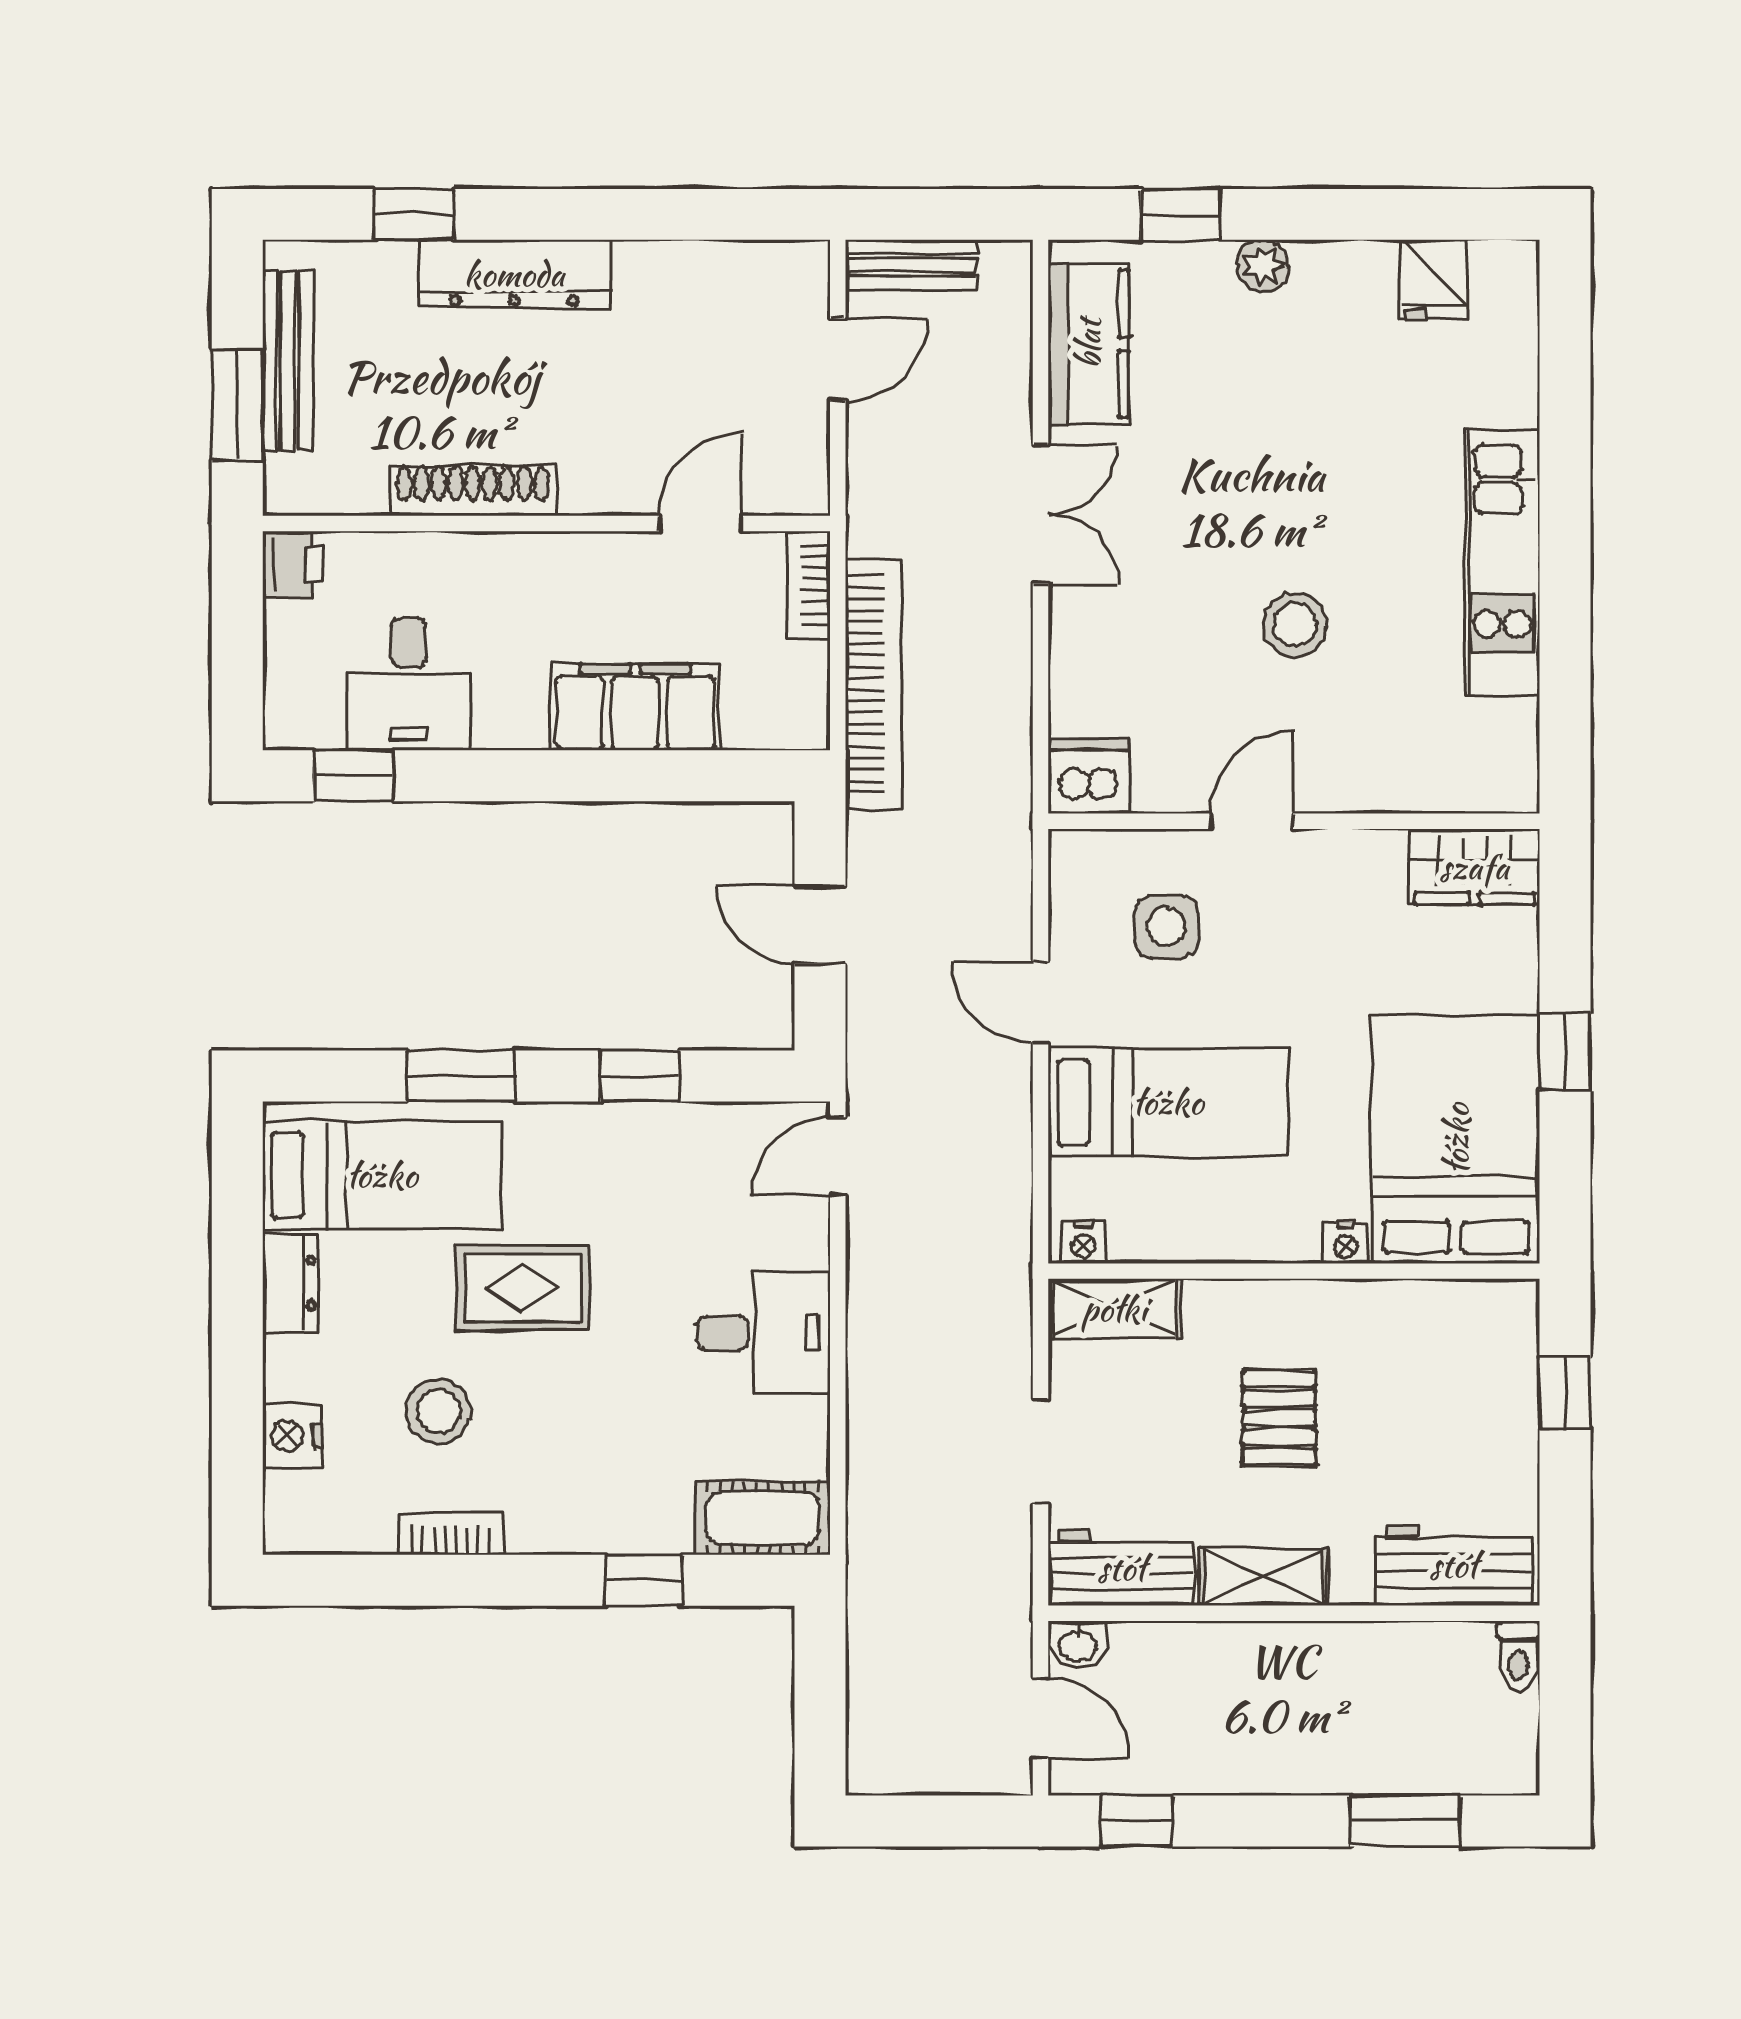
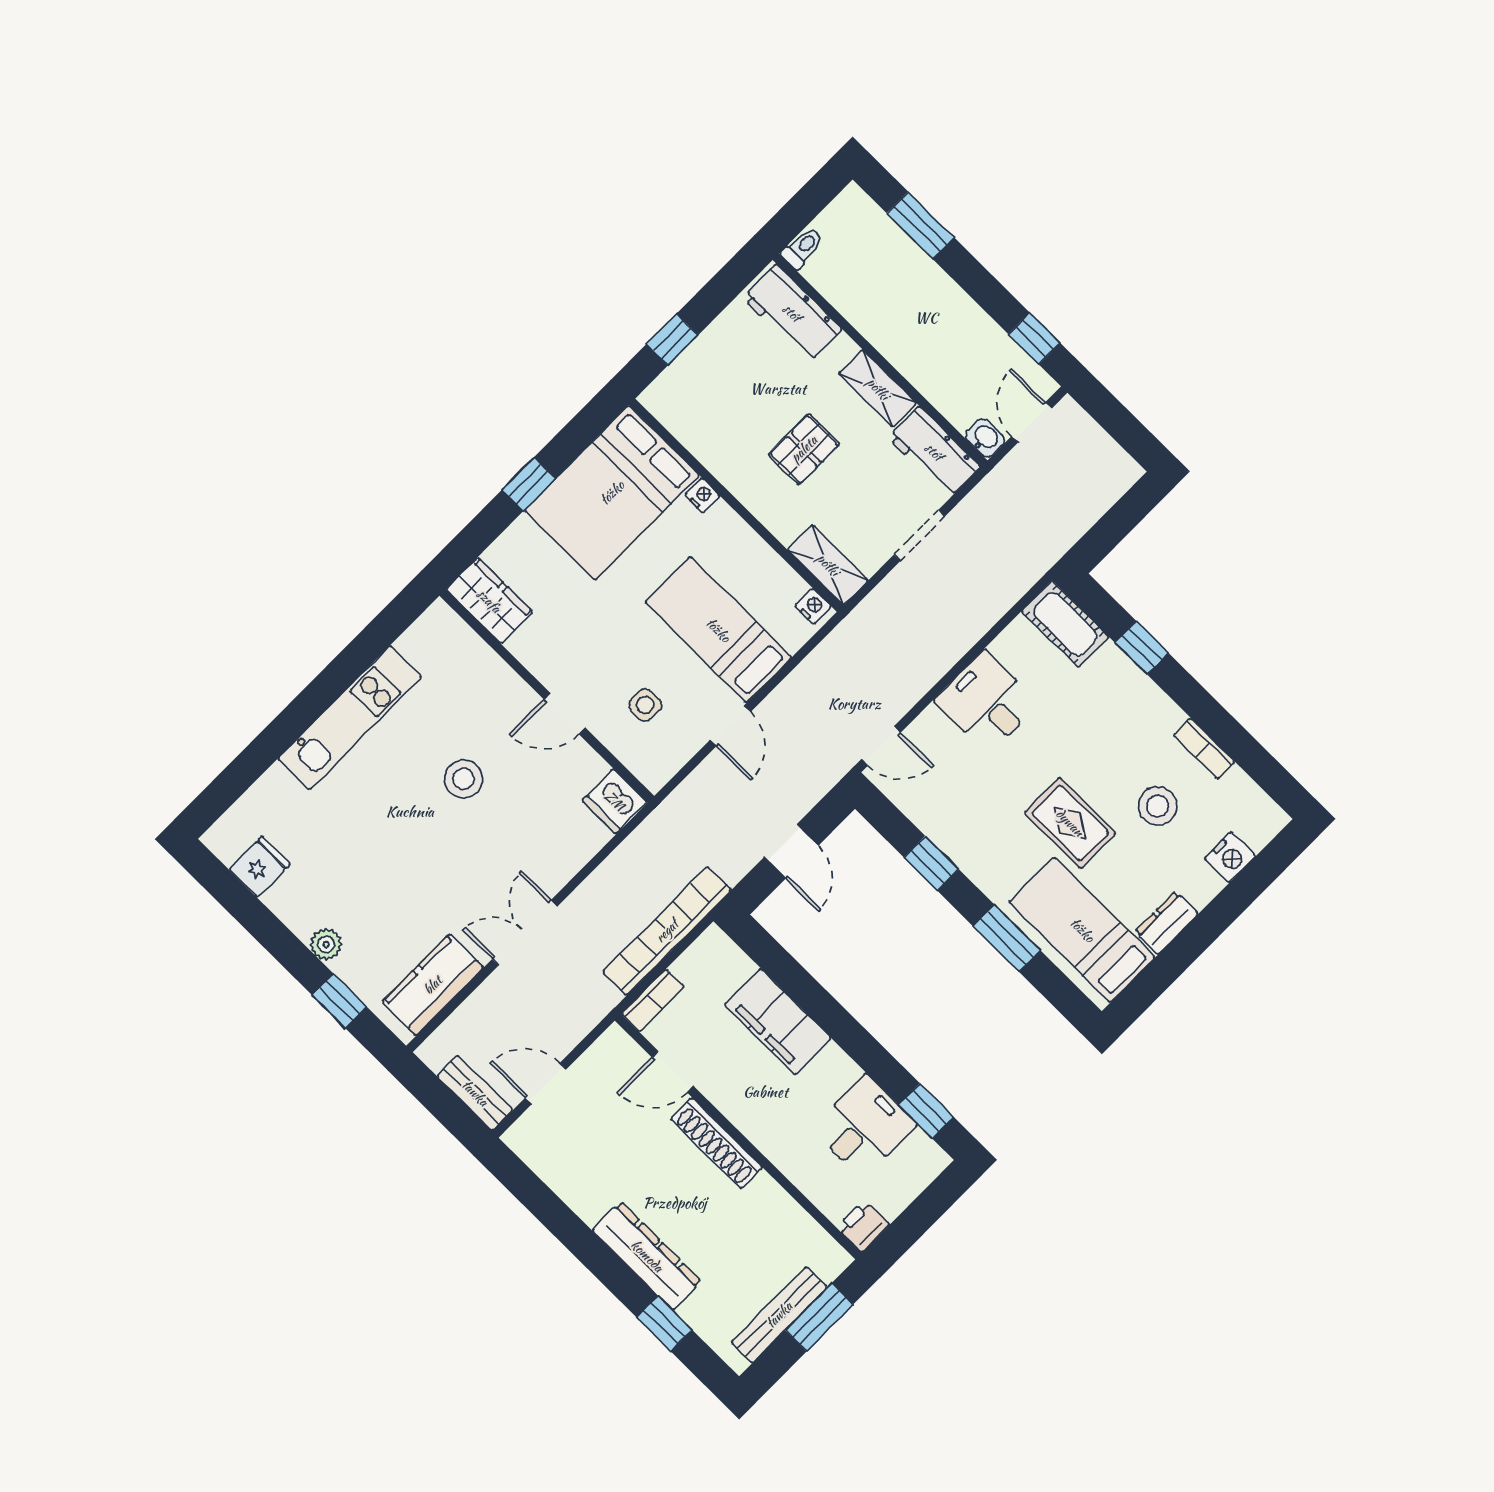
shoe rack: (473, 490) -> (716, 1143), moved
side table: (1166, 927) -> (645, 705), width x0.73, depth x0.73

